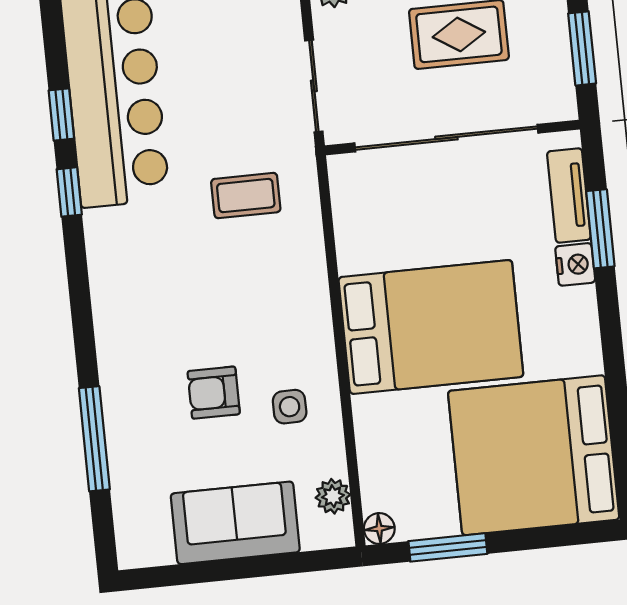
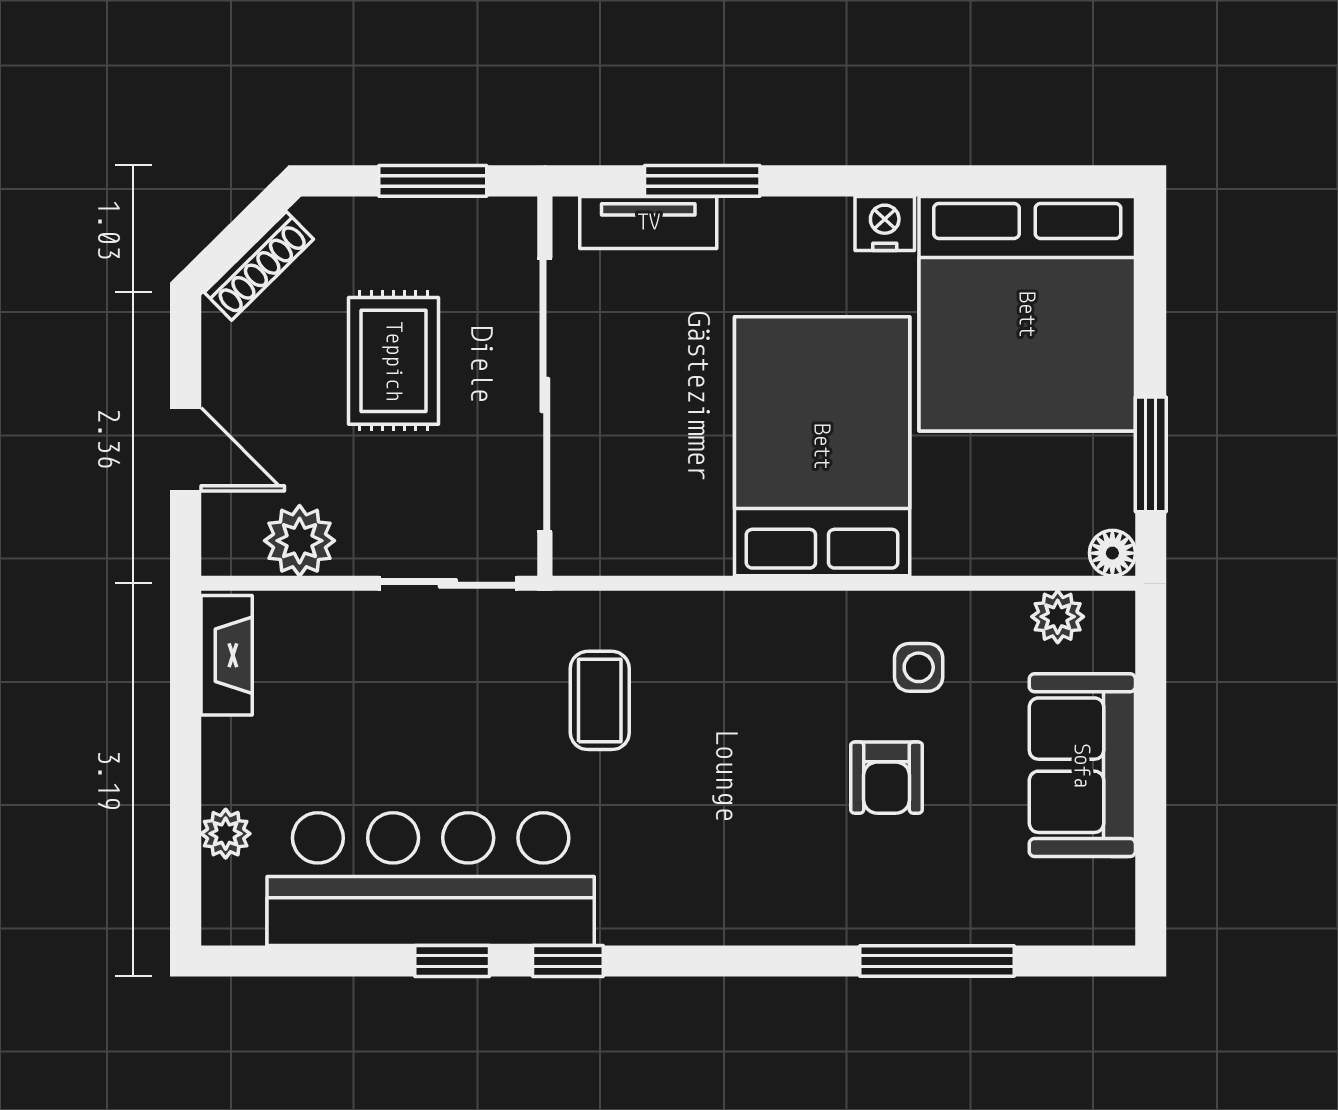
nightstand: (575, 264) -> (885, 224), moved

